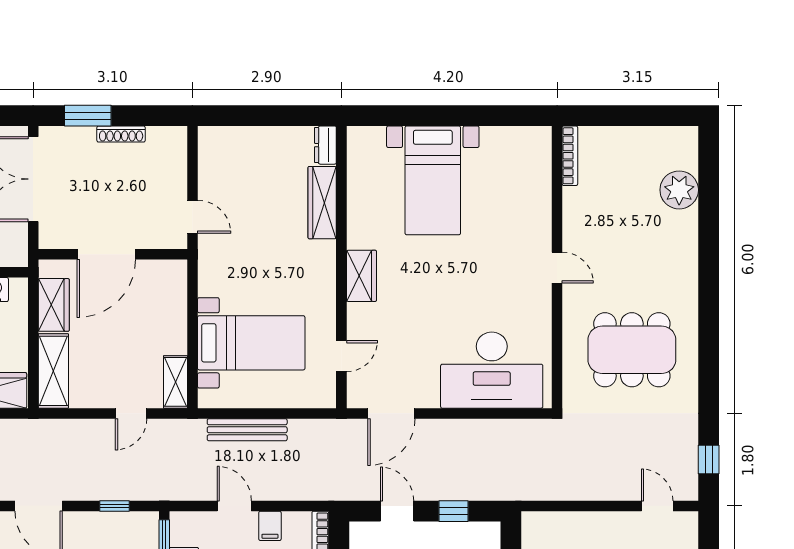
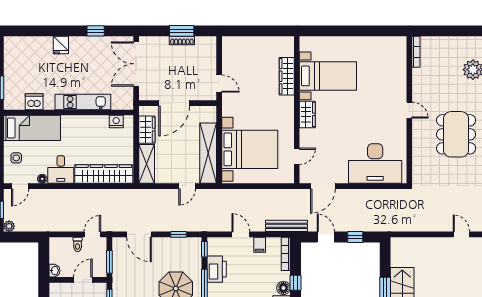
window: (88, 116) -> (182, 31), moved
dresser: (325, 145) -> (288, 46), removed
bed with nightstands: (433, 180) -> (328, 76), moved, turned -90
bed with nightstands: (251, 343) -> (250, 149), width x1.36
dining table: (632, 350) -> (456, 134), moved, turned 90
shelving: (175, 382) -> (208, 153), width x2.20, depth x1.33
bench: (247, 430) -> (287, 226), moved

